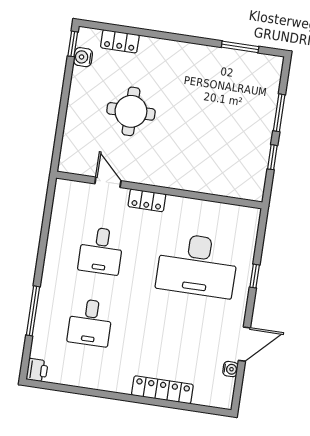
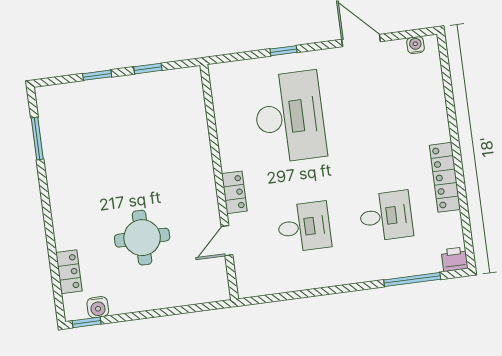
window: (279, 113) -> (97, 75), width x0.67
window: (33, 311) -> (412, 280), moved
water cooler: (230, 369) -> (416, 45), moved
locker: (162, 390) -> (445, 177), moved

